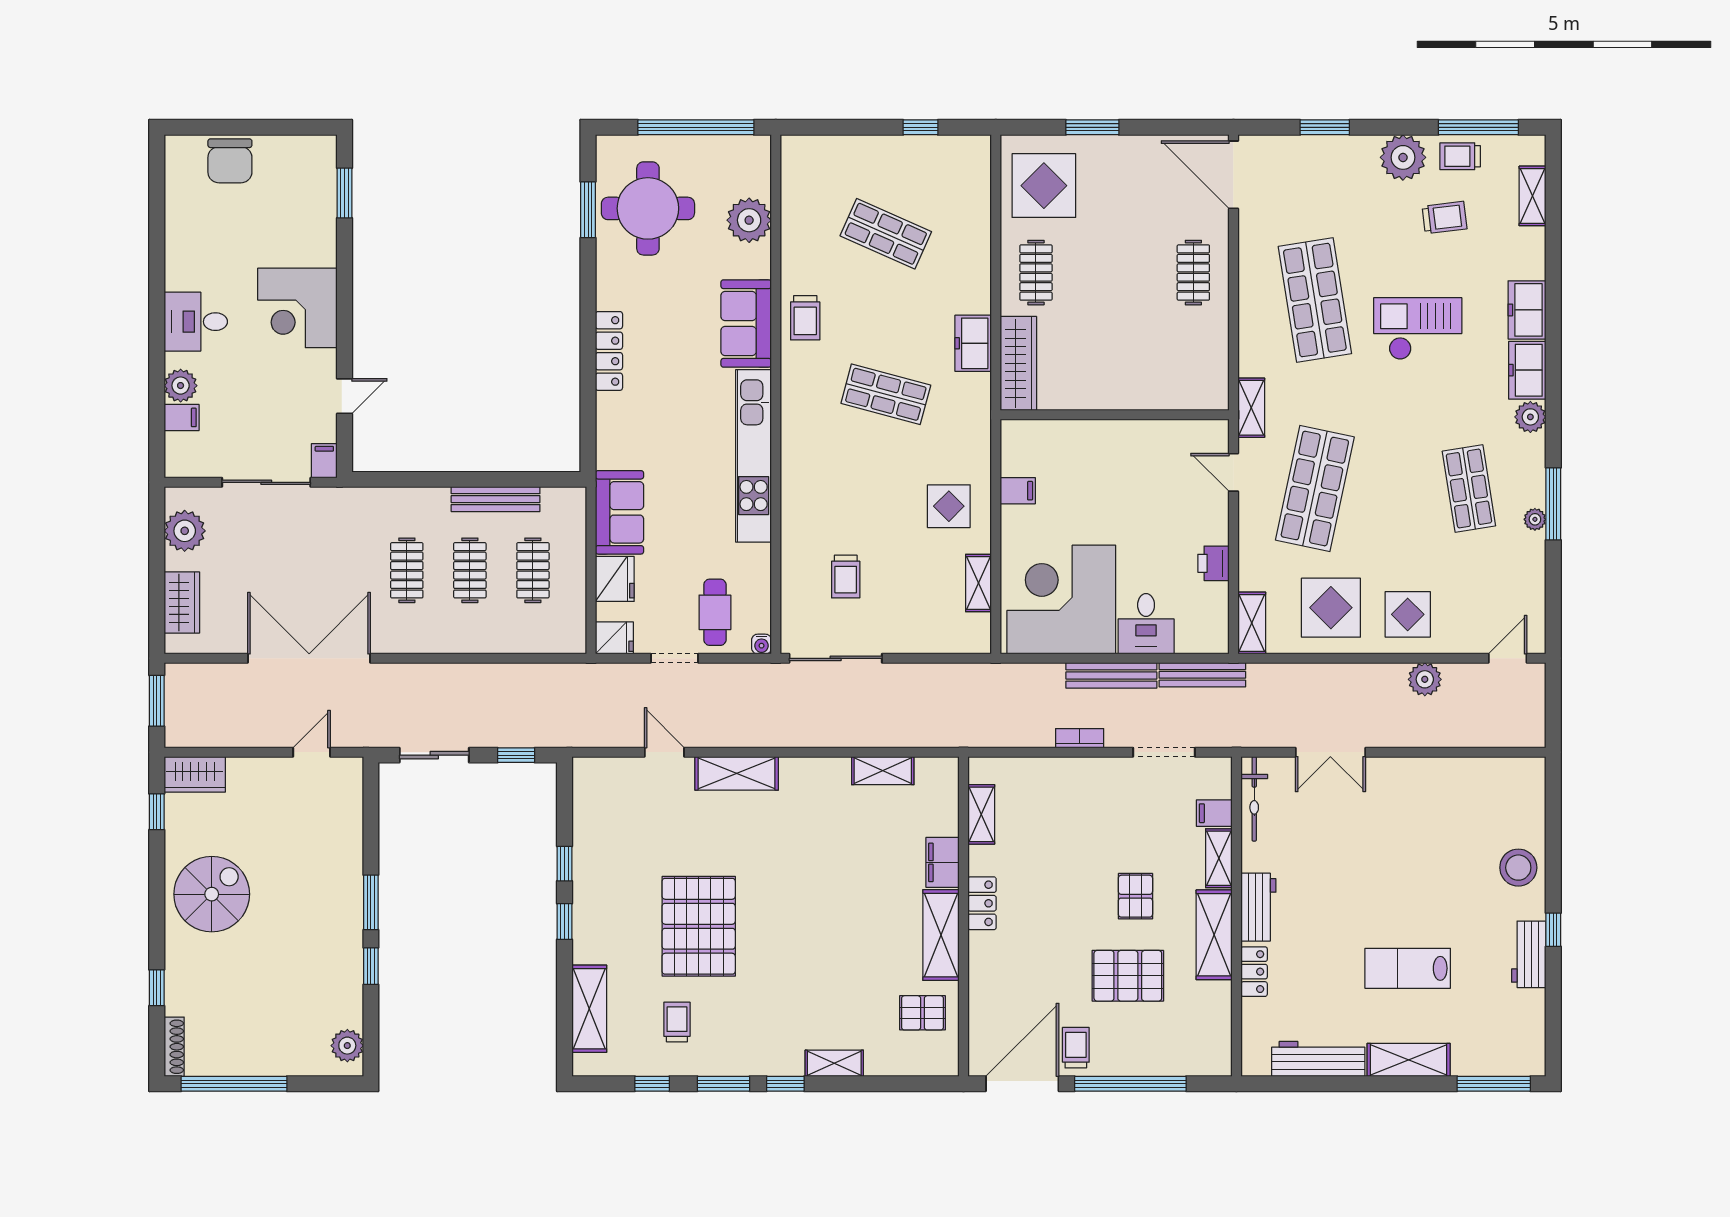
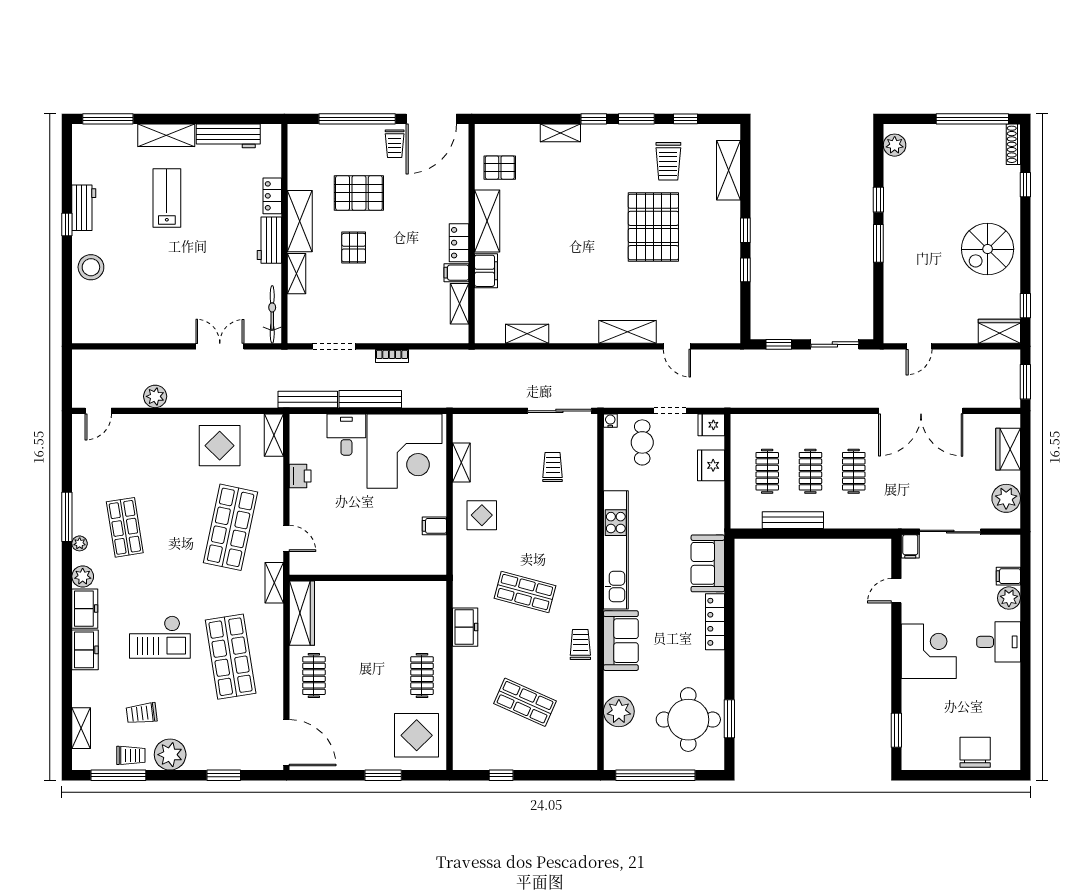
wardrobe: (1018, 363) -> (302, 613), moved, turned 180
sofa: (619, 512) -> (708, 563), moved
plant: (1535, 519) -> (80, 543), moved
display table: (1408, 614) -> (167, 441), removed
filing cabinet: (1214, 813) -> (456, 273), moved, turned 180
lab bench: (1408, 968) -> (167, 198), turned -90
trolley: (677, 1022) -> (668, 161), width x1.36, depth x1.39

